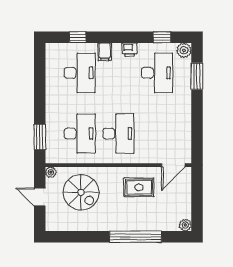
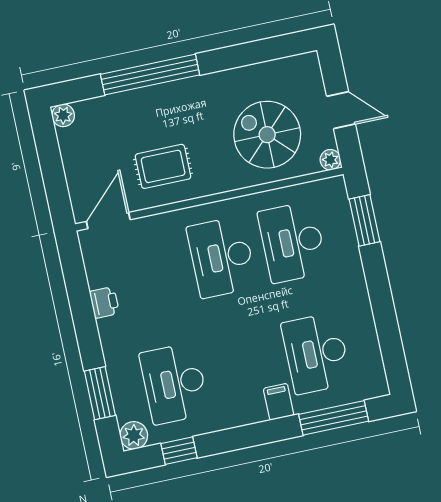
window: (78, 37) -> (334, 418), width x2.17
printer: (130, 50) -> (104, 302), moved, turned 90

